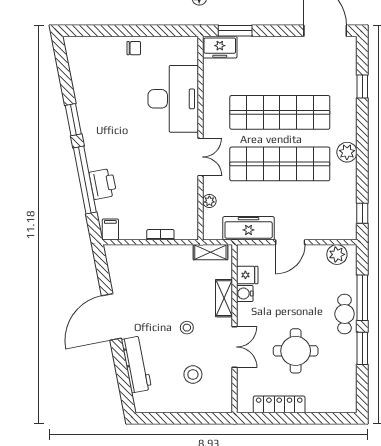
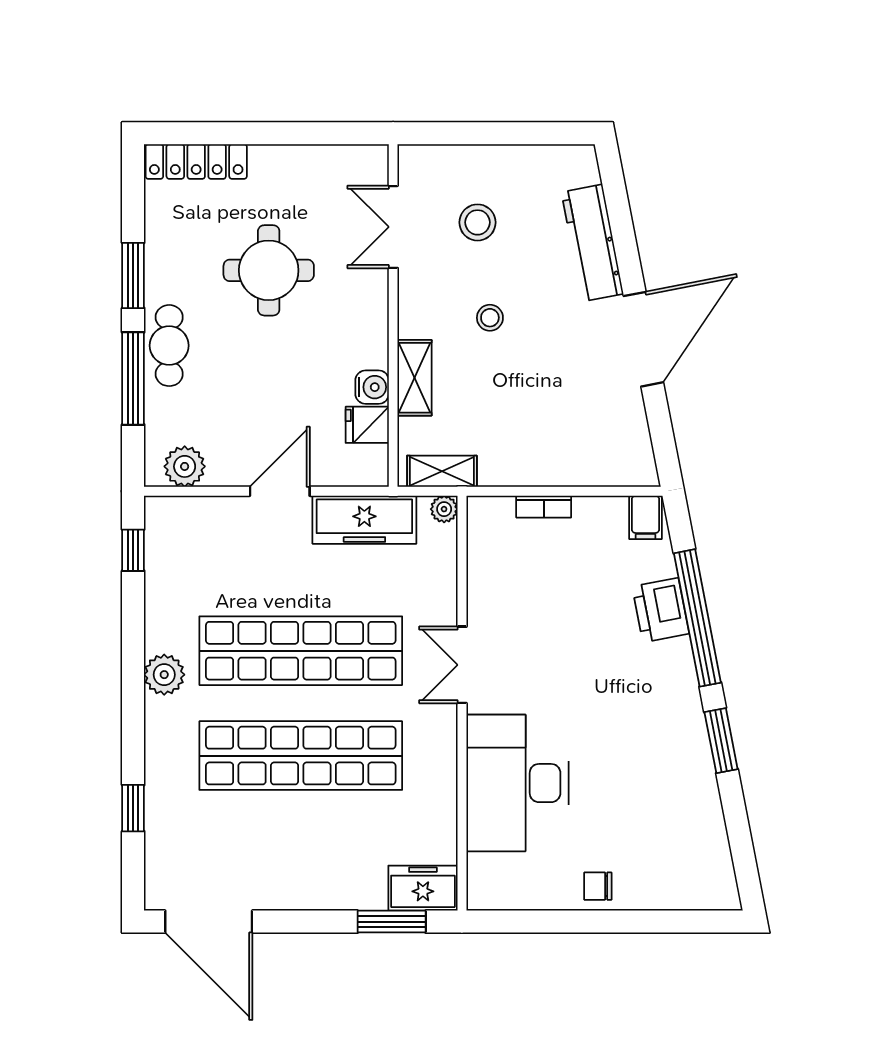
plant: (209, 201) -> (444, 509), moved
double door: (234, 347) -> (393, 227), moved
locker: (279, 404) -> (196, 162), moved

